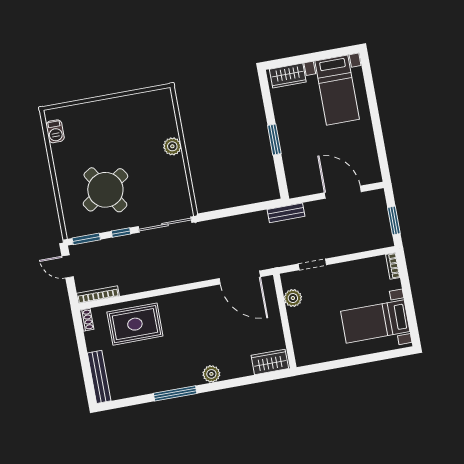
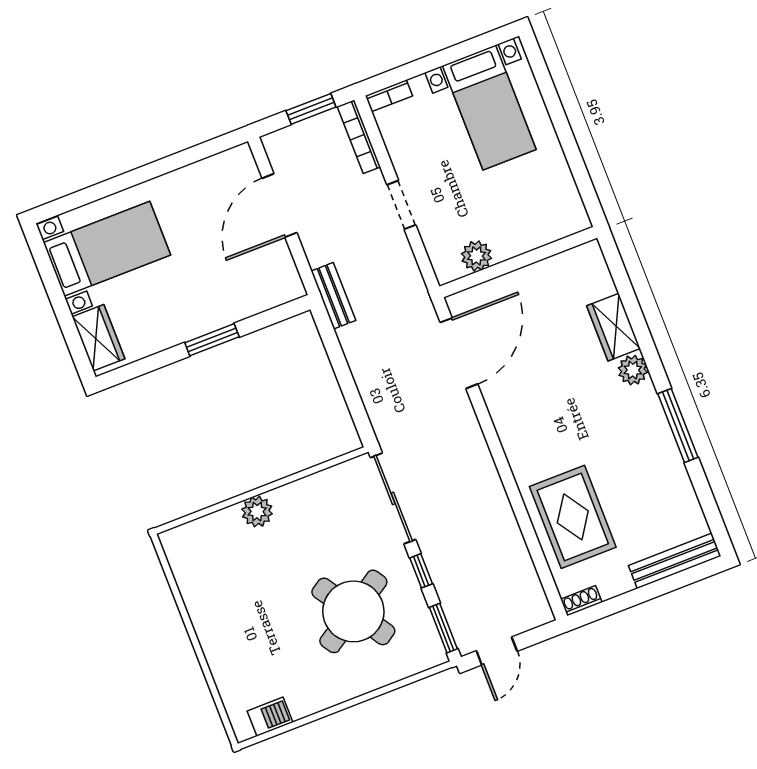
doorway: (312, 264) -> (401, 205), moved
bookcase: (98, 295) -> (359, 137), moved
wardrobe: (270, 362) -> (614, 327), moved

